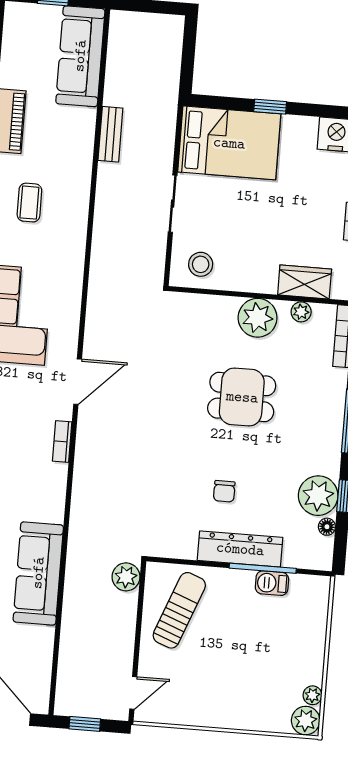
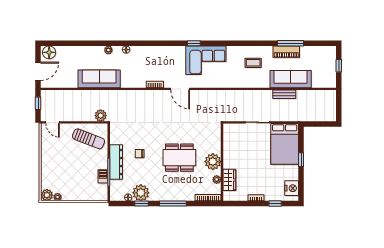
sofa: (80, 56) -> (291, 79), moved
stool: (201, 264) -> (233, 136), removed
dining table: (242, 397) -> (179, 158), width x1.38

